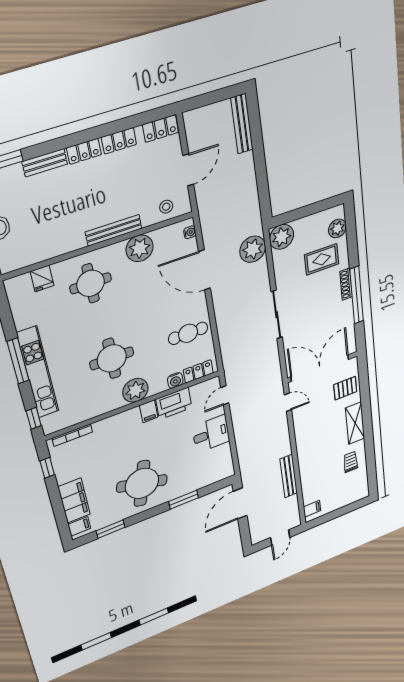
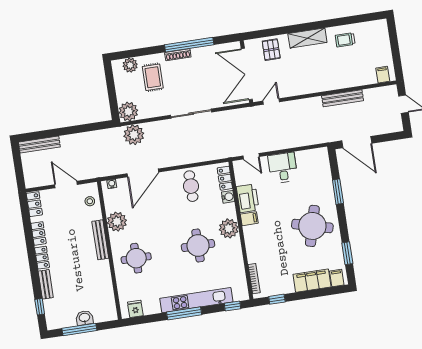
fridge: (42, 278) -> (135, 309), moved, turned -90

